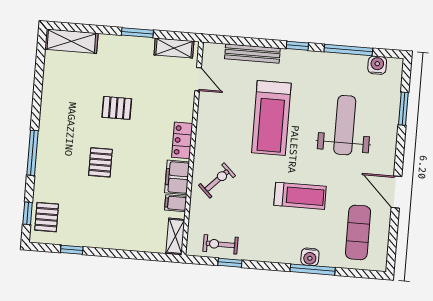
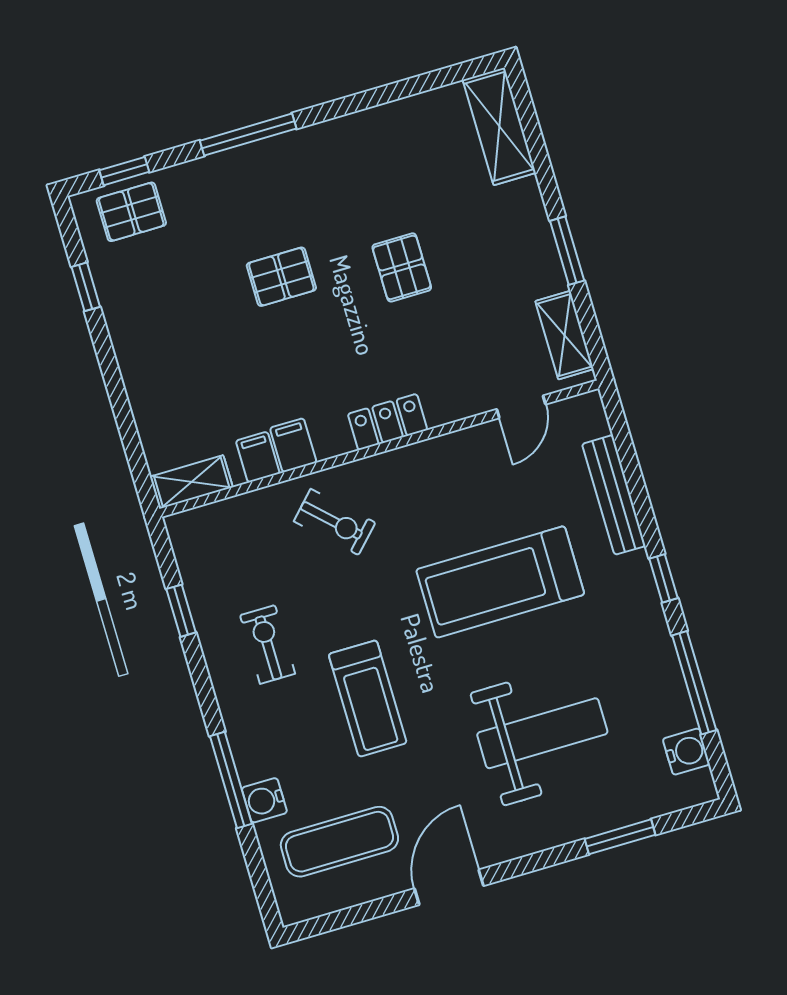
filing cabinet: (177, 177) -> (293, 445), width x0.50
exercise bike: (221, 244) -> (268, 644), moved
water cooler: (310, 257) -> (264, 800), moved

